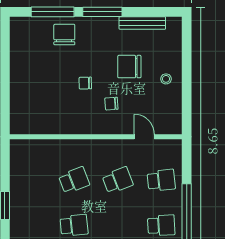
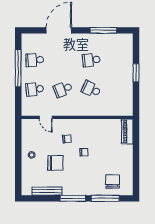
chair: (64, 35) -> (113, 181), moved, turned 180
piano: (18, 115) -> (127, 132), added
school desk: (74, 180) -> (91, 89), turned 45

